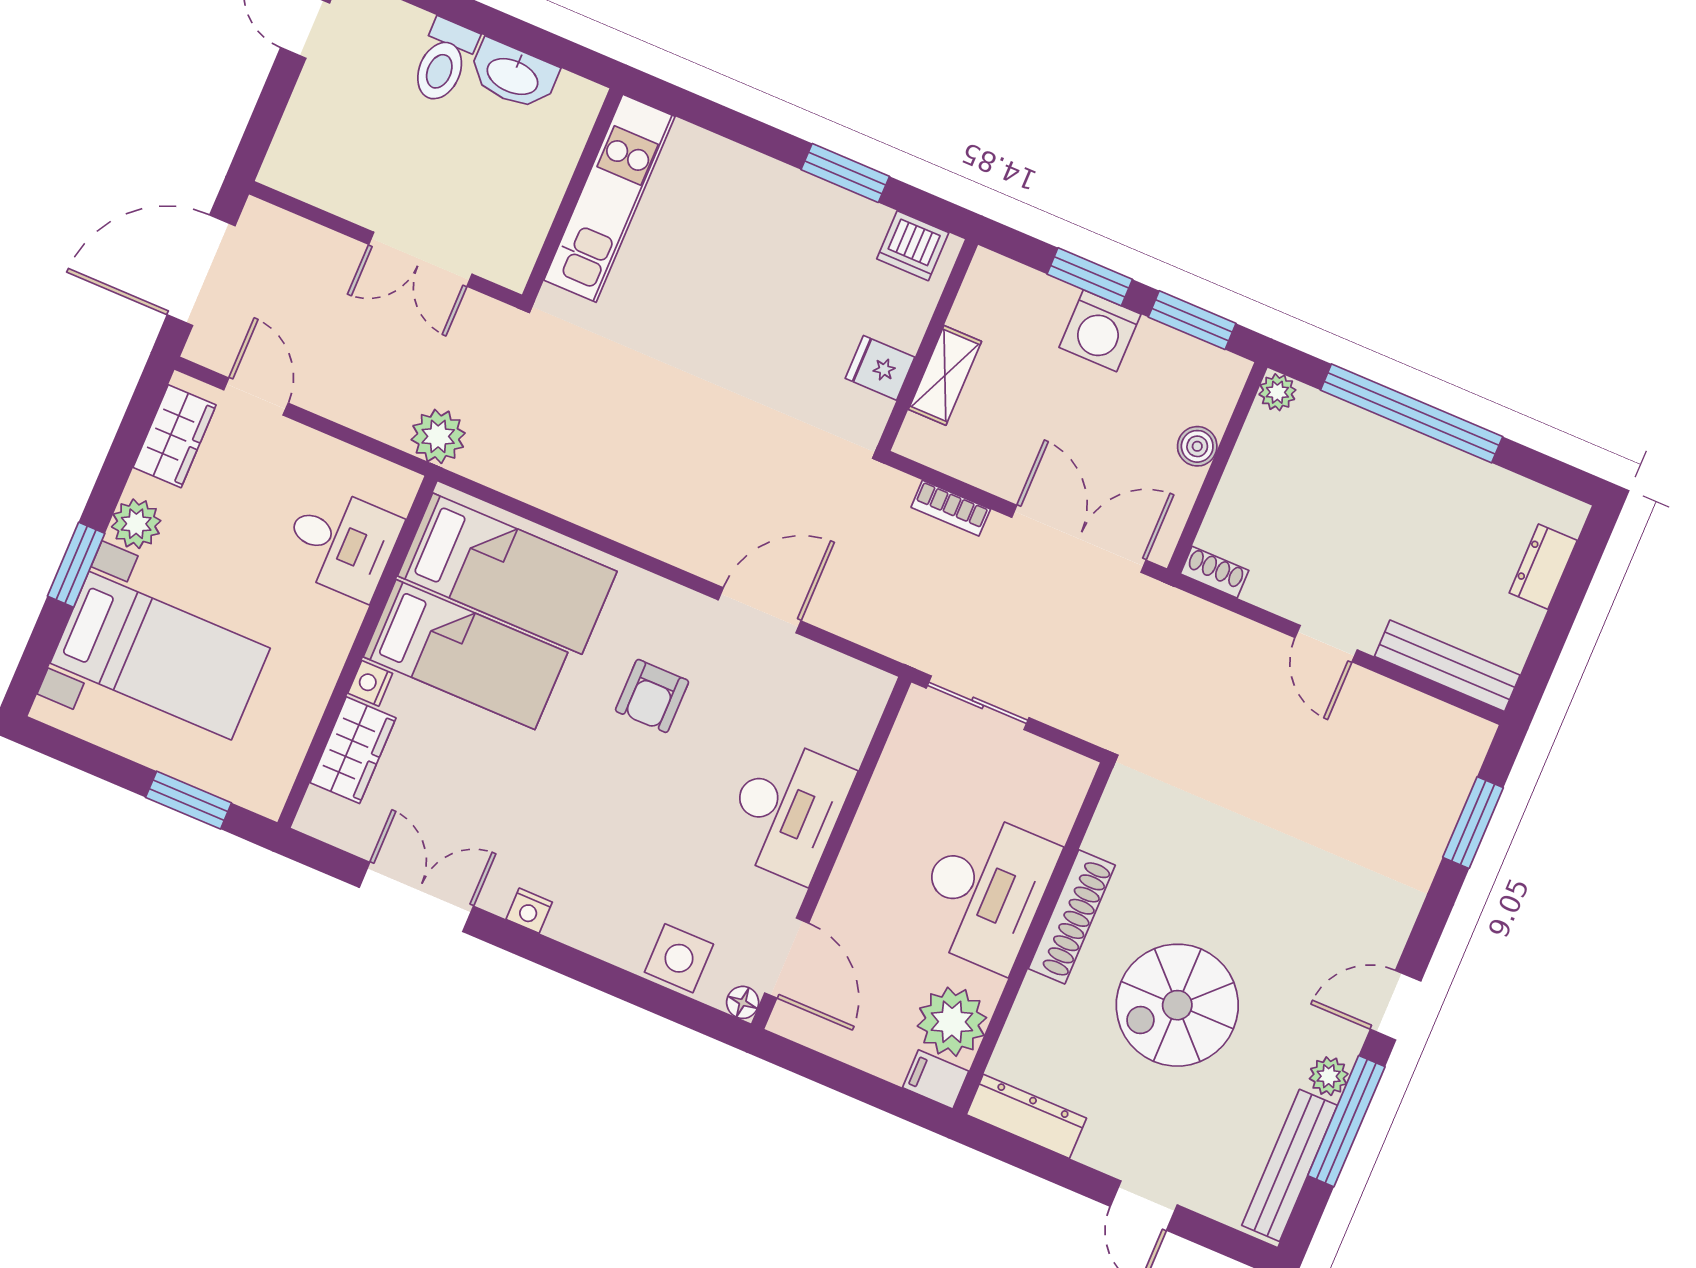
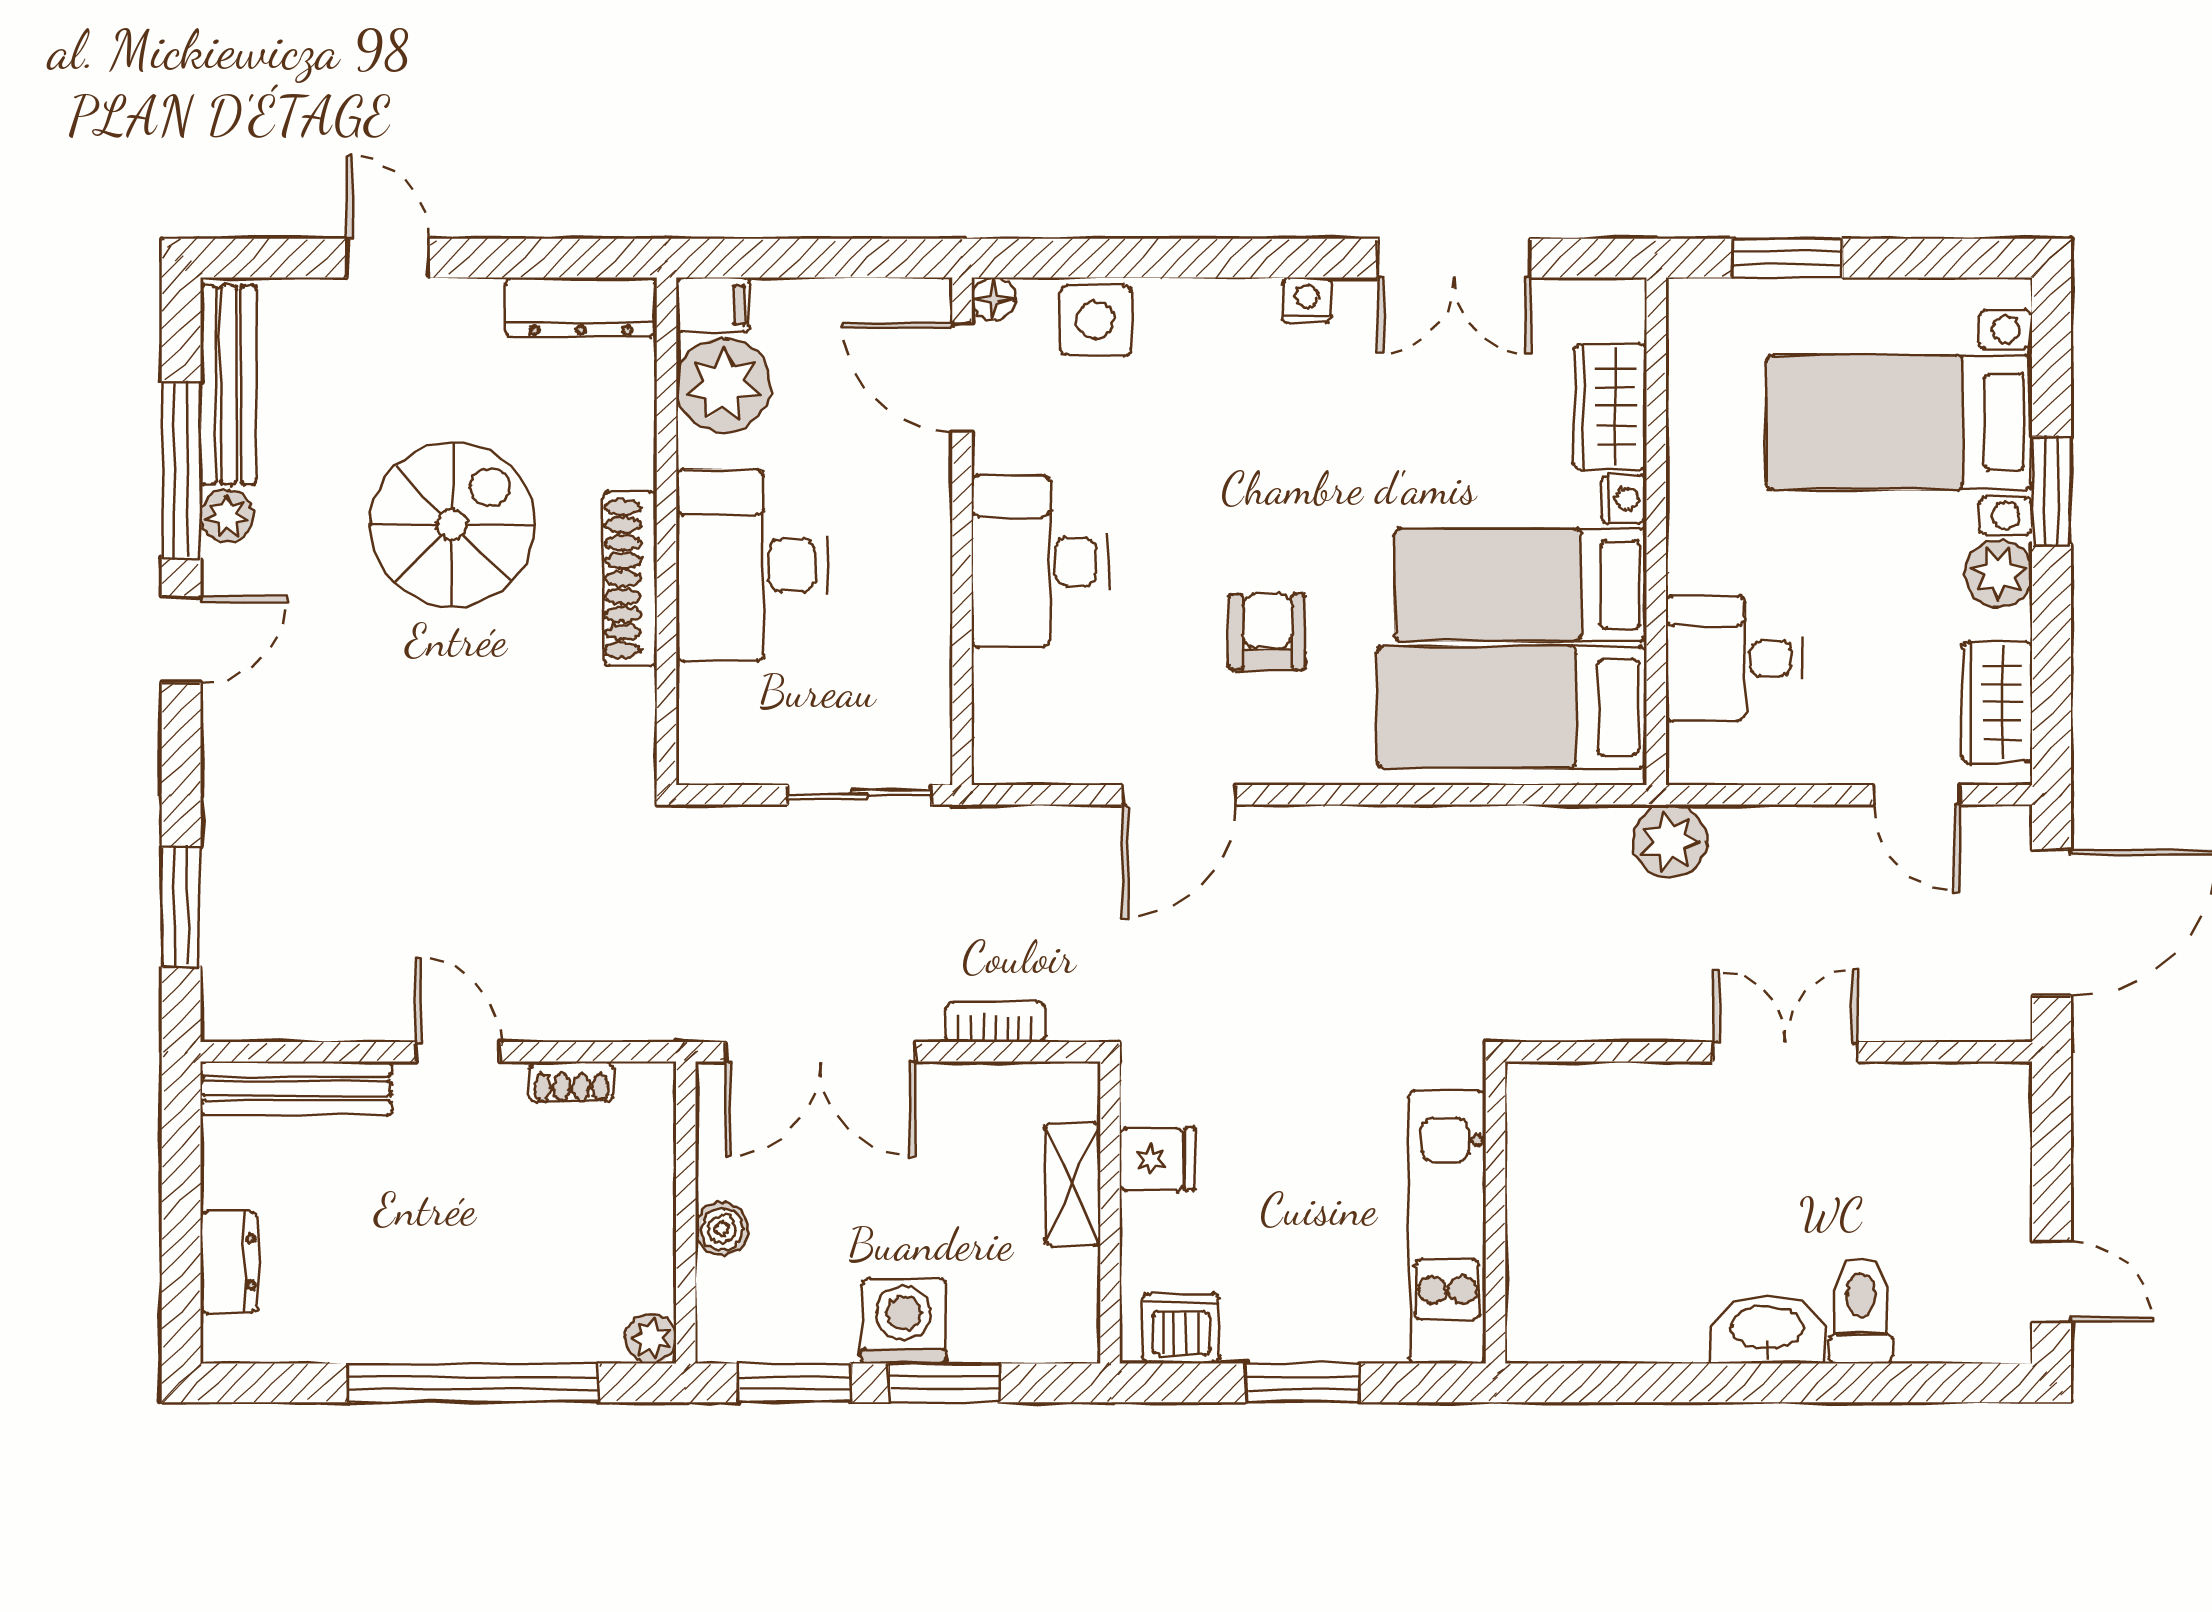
wall: (572, 194) -> (1496, 1212), moved
kitchen unit: (609, 198) -> (1447, 1227), moved
shoe rack: (1214, 572) -> (571, 1082), moved

